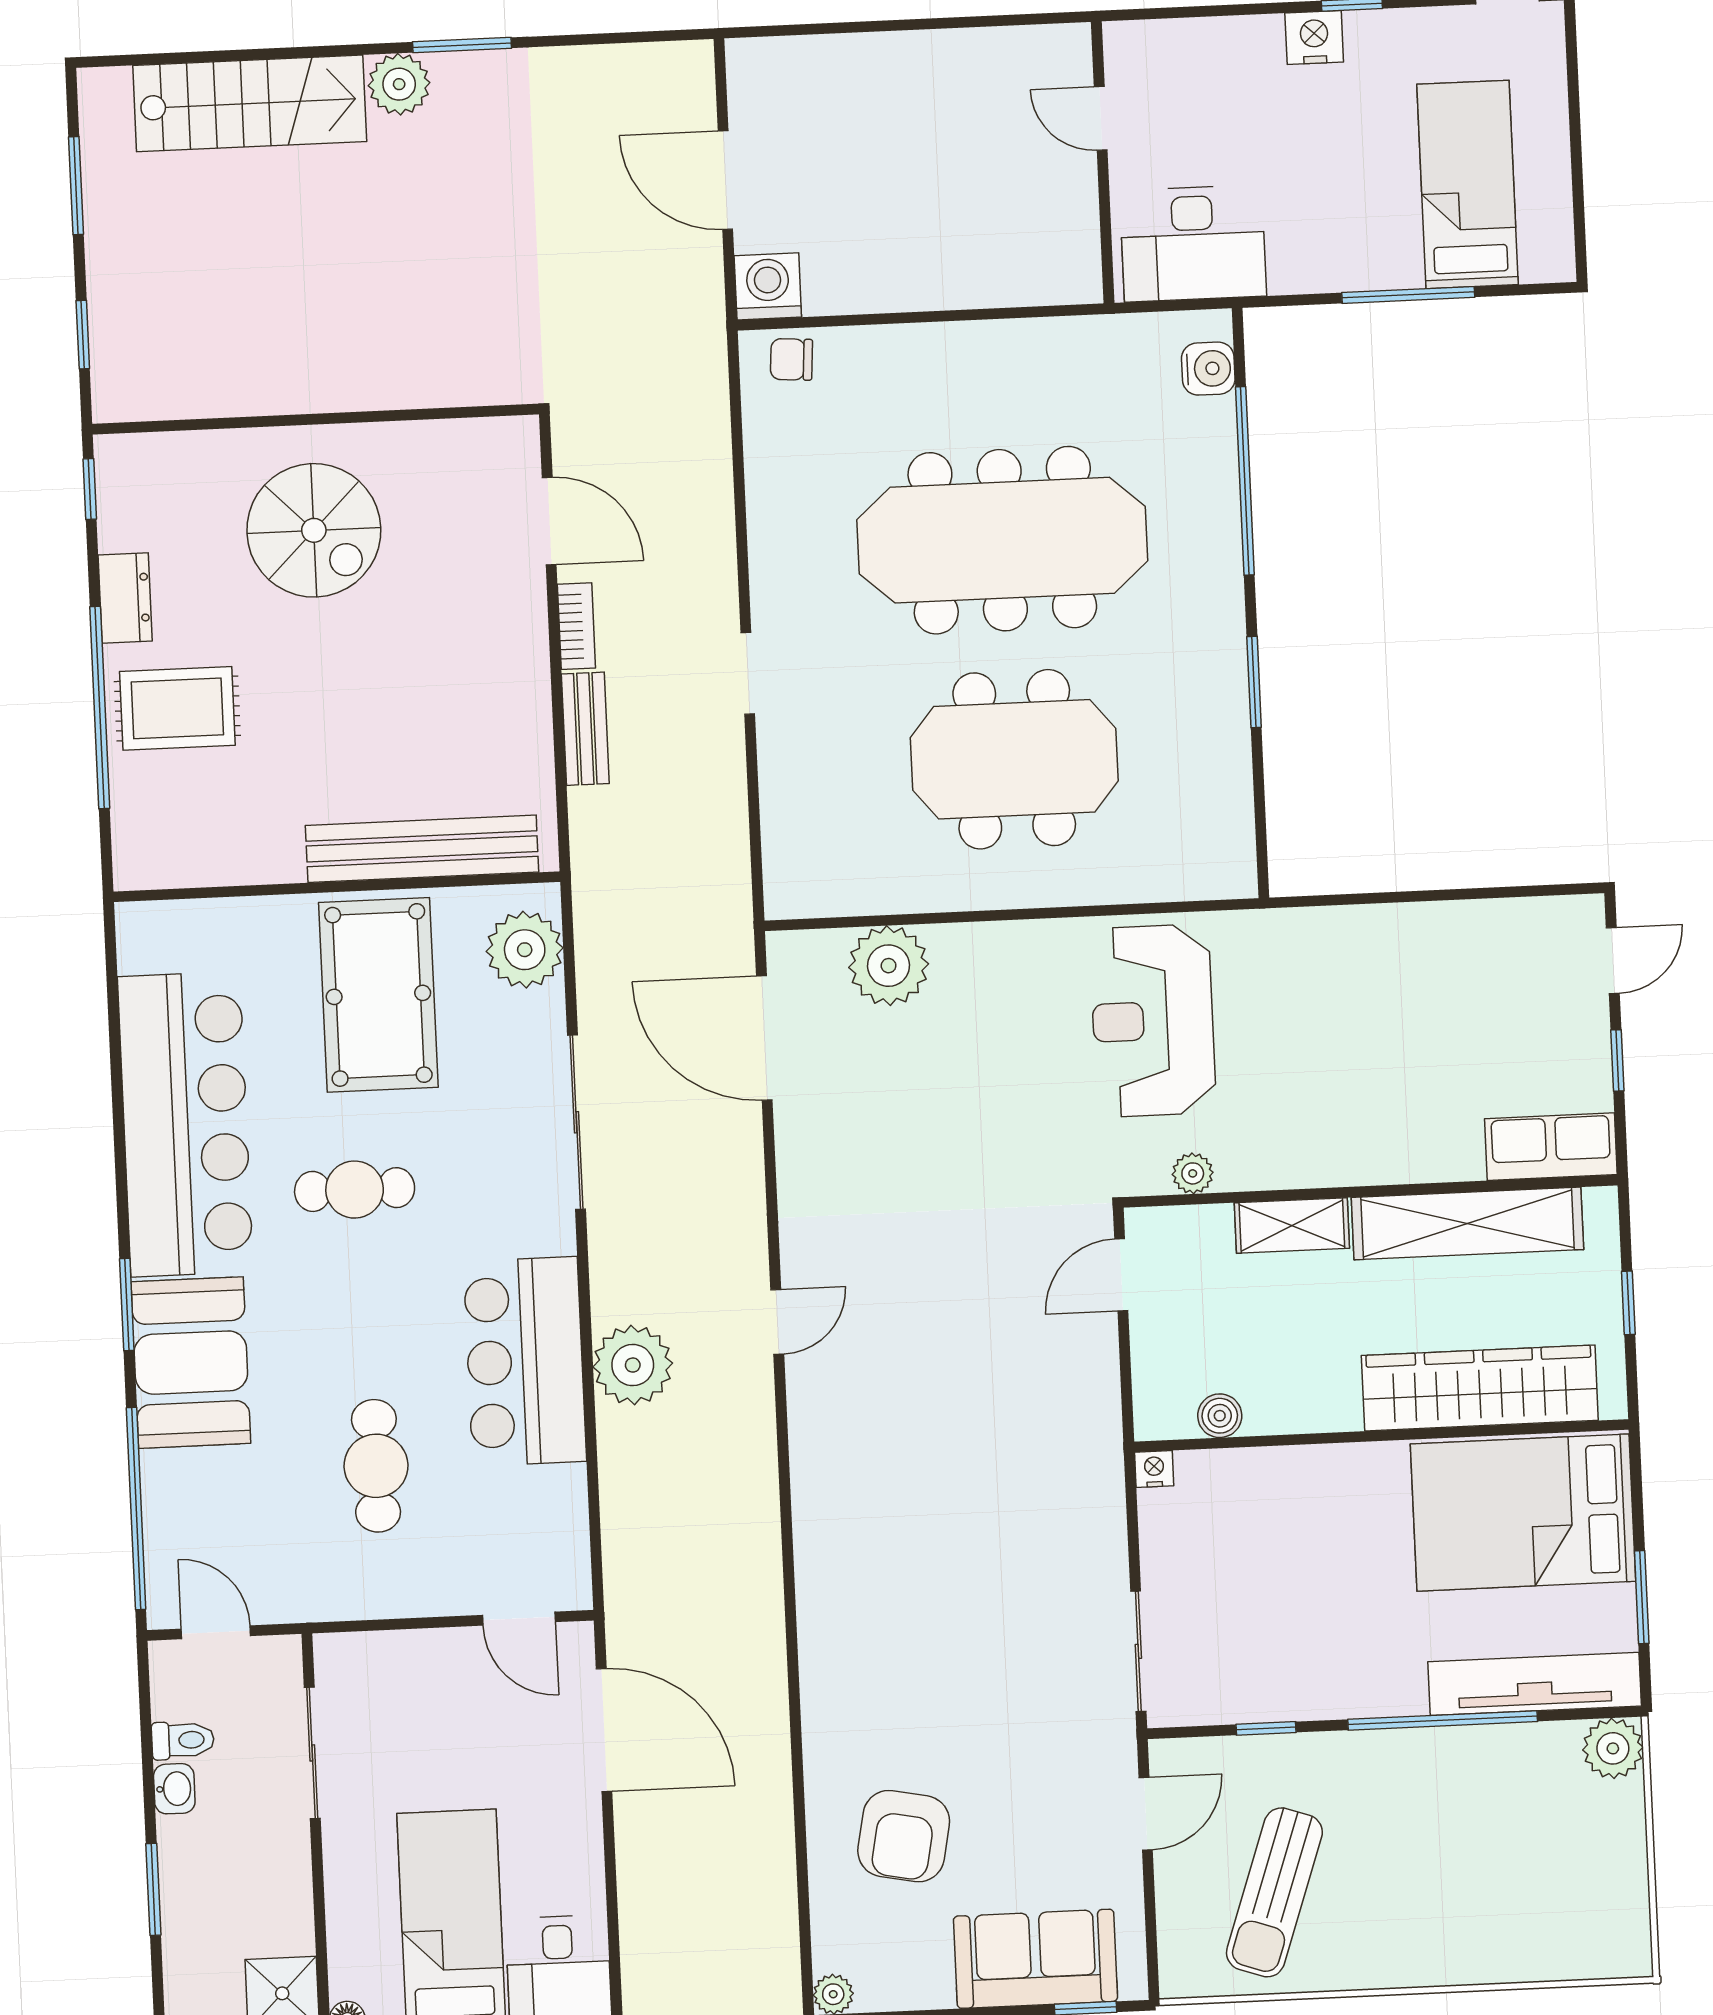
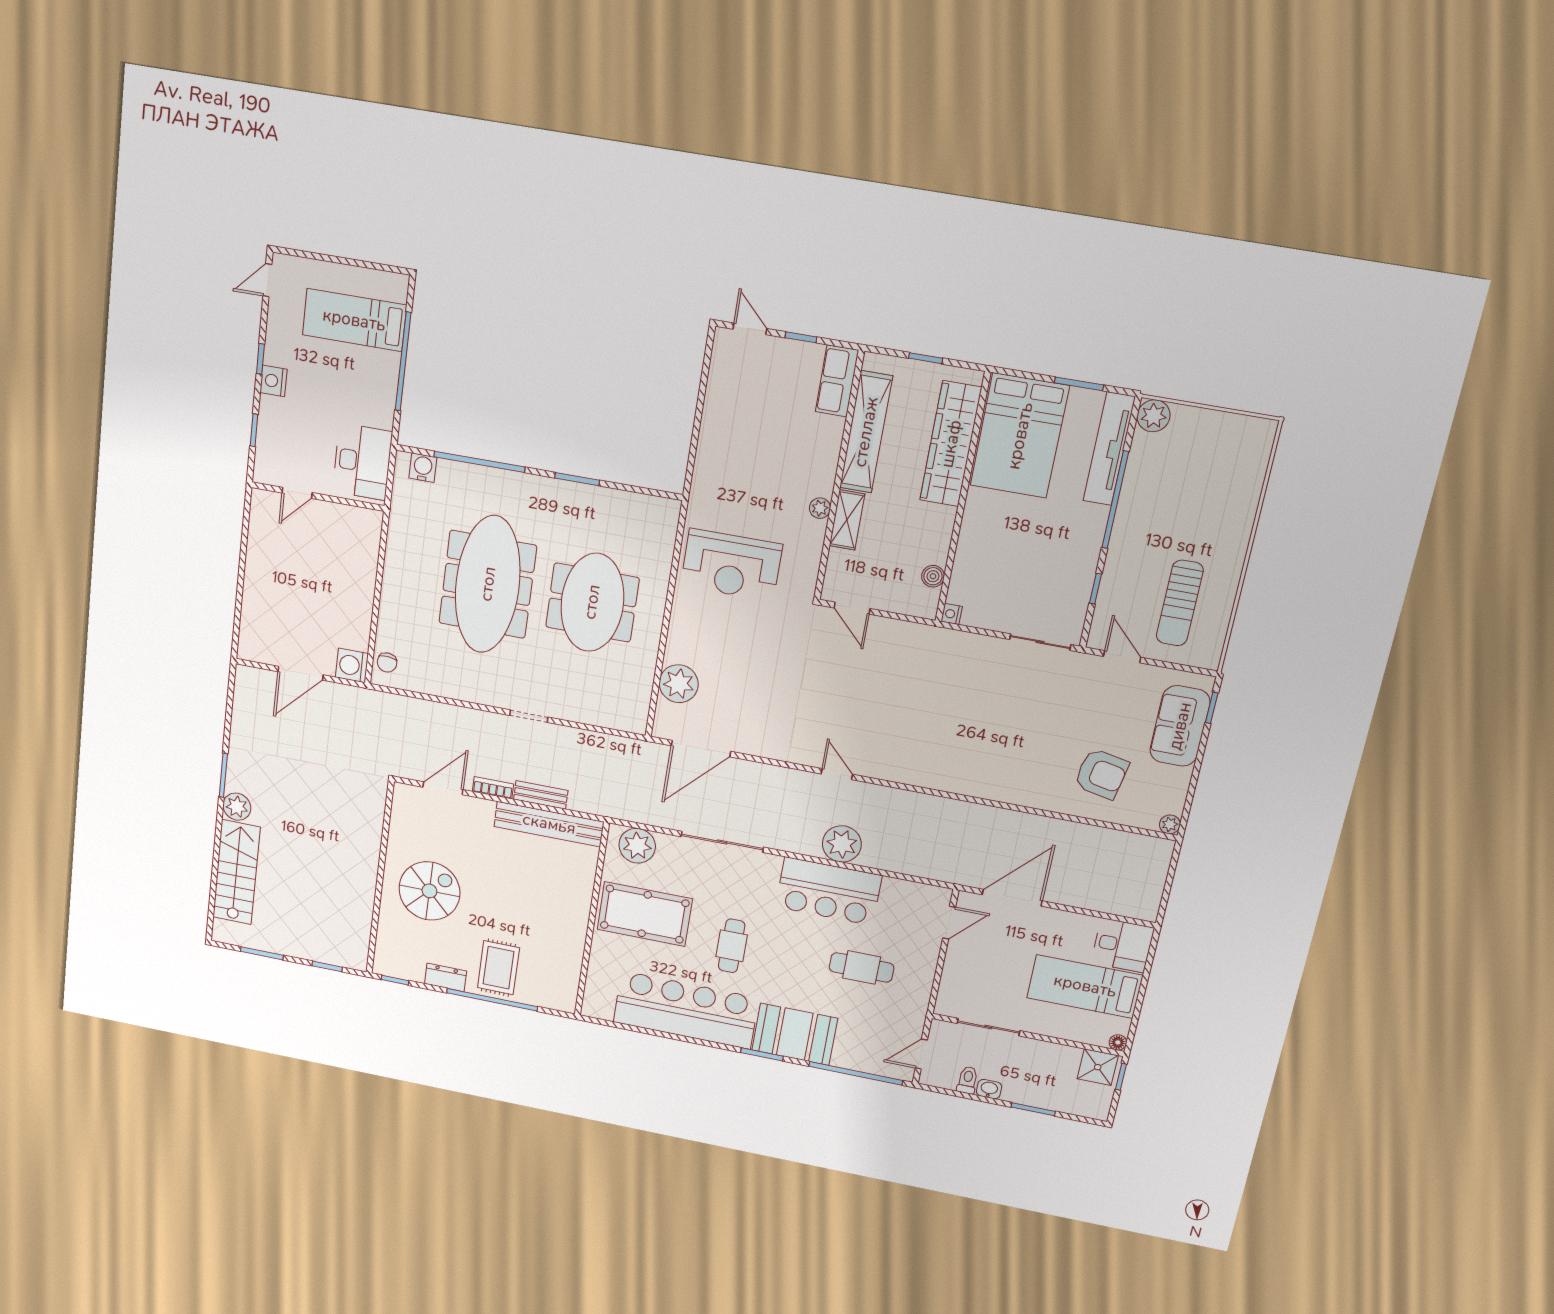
window: (1208, 11) -> (254, 430), added
window: (1408, 295) -> (403, 361), width x1.46
bench: (422, 849) -> (549, 824), moved, turned 90
plant: (1193, 1173) -> (820, 508), moved
sun lounger: (1274, 1892) -> (1180, 603), turned 71

